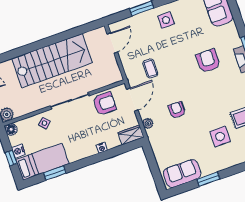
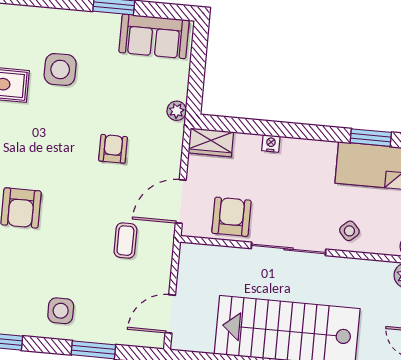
armchair: (104, 104) -> (231, 217), turned 90
armchair: (177, 110) -> (113, 149), turned 180
plant: (148, 123) -> (177, 111), moved

